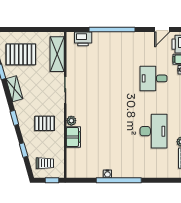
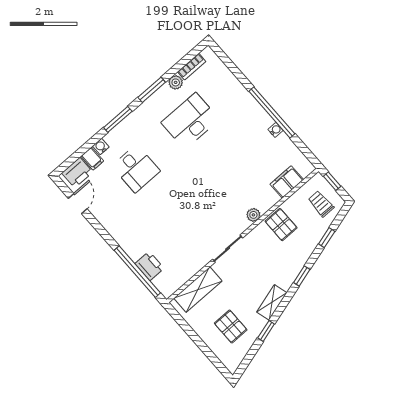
window: (112, 29) -> (137, 272), moved
door: (162, 29) -> (78, 204), hinge flipped
printer: (83, 39) -> (149, 266), moved
pallet: (21, 54) -> (231, 326), width x0.67, depth x0.71
pallet: (45, 123) -> (281, 225), moved
filing cabinet: (73, 137) -> (287, 182), moved

